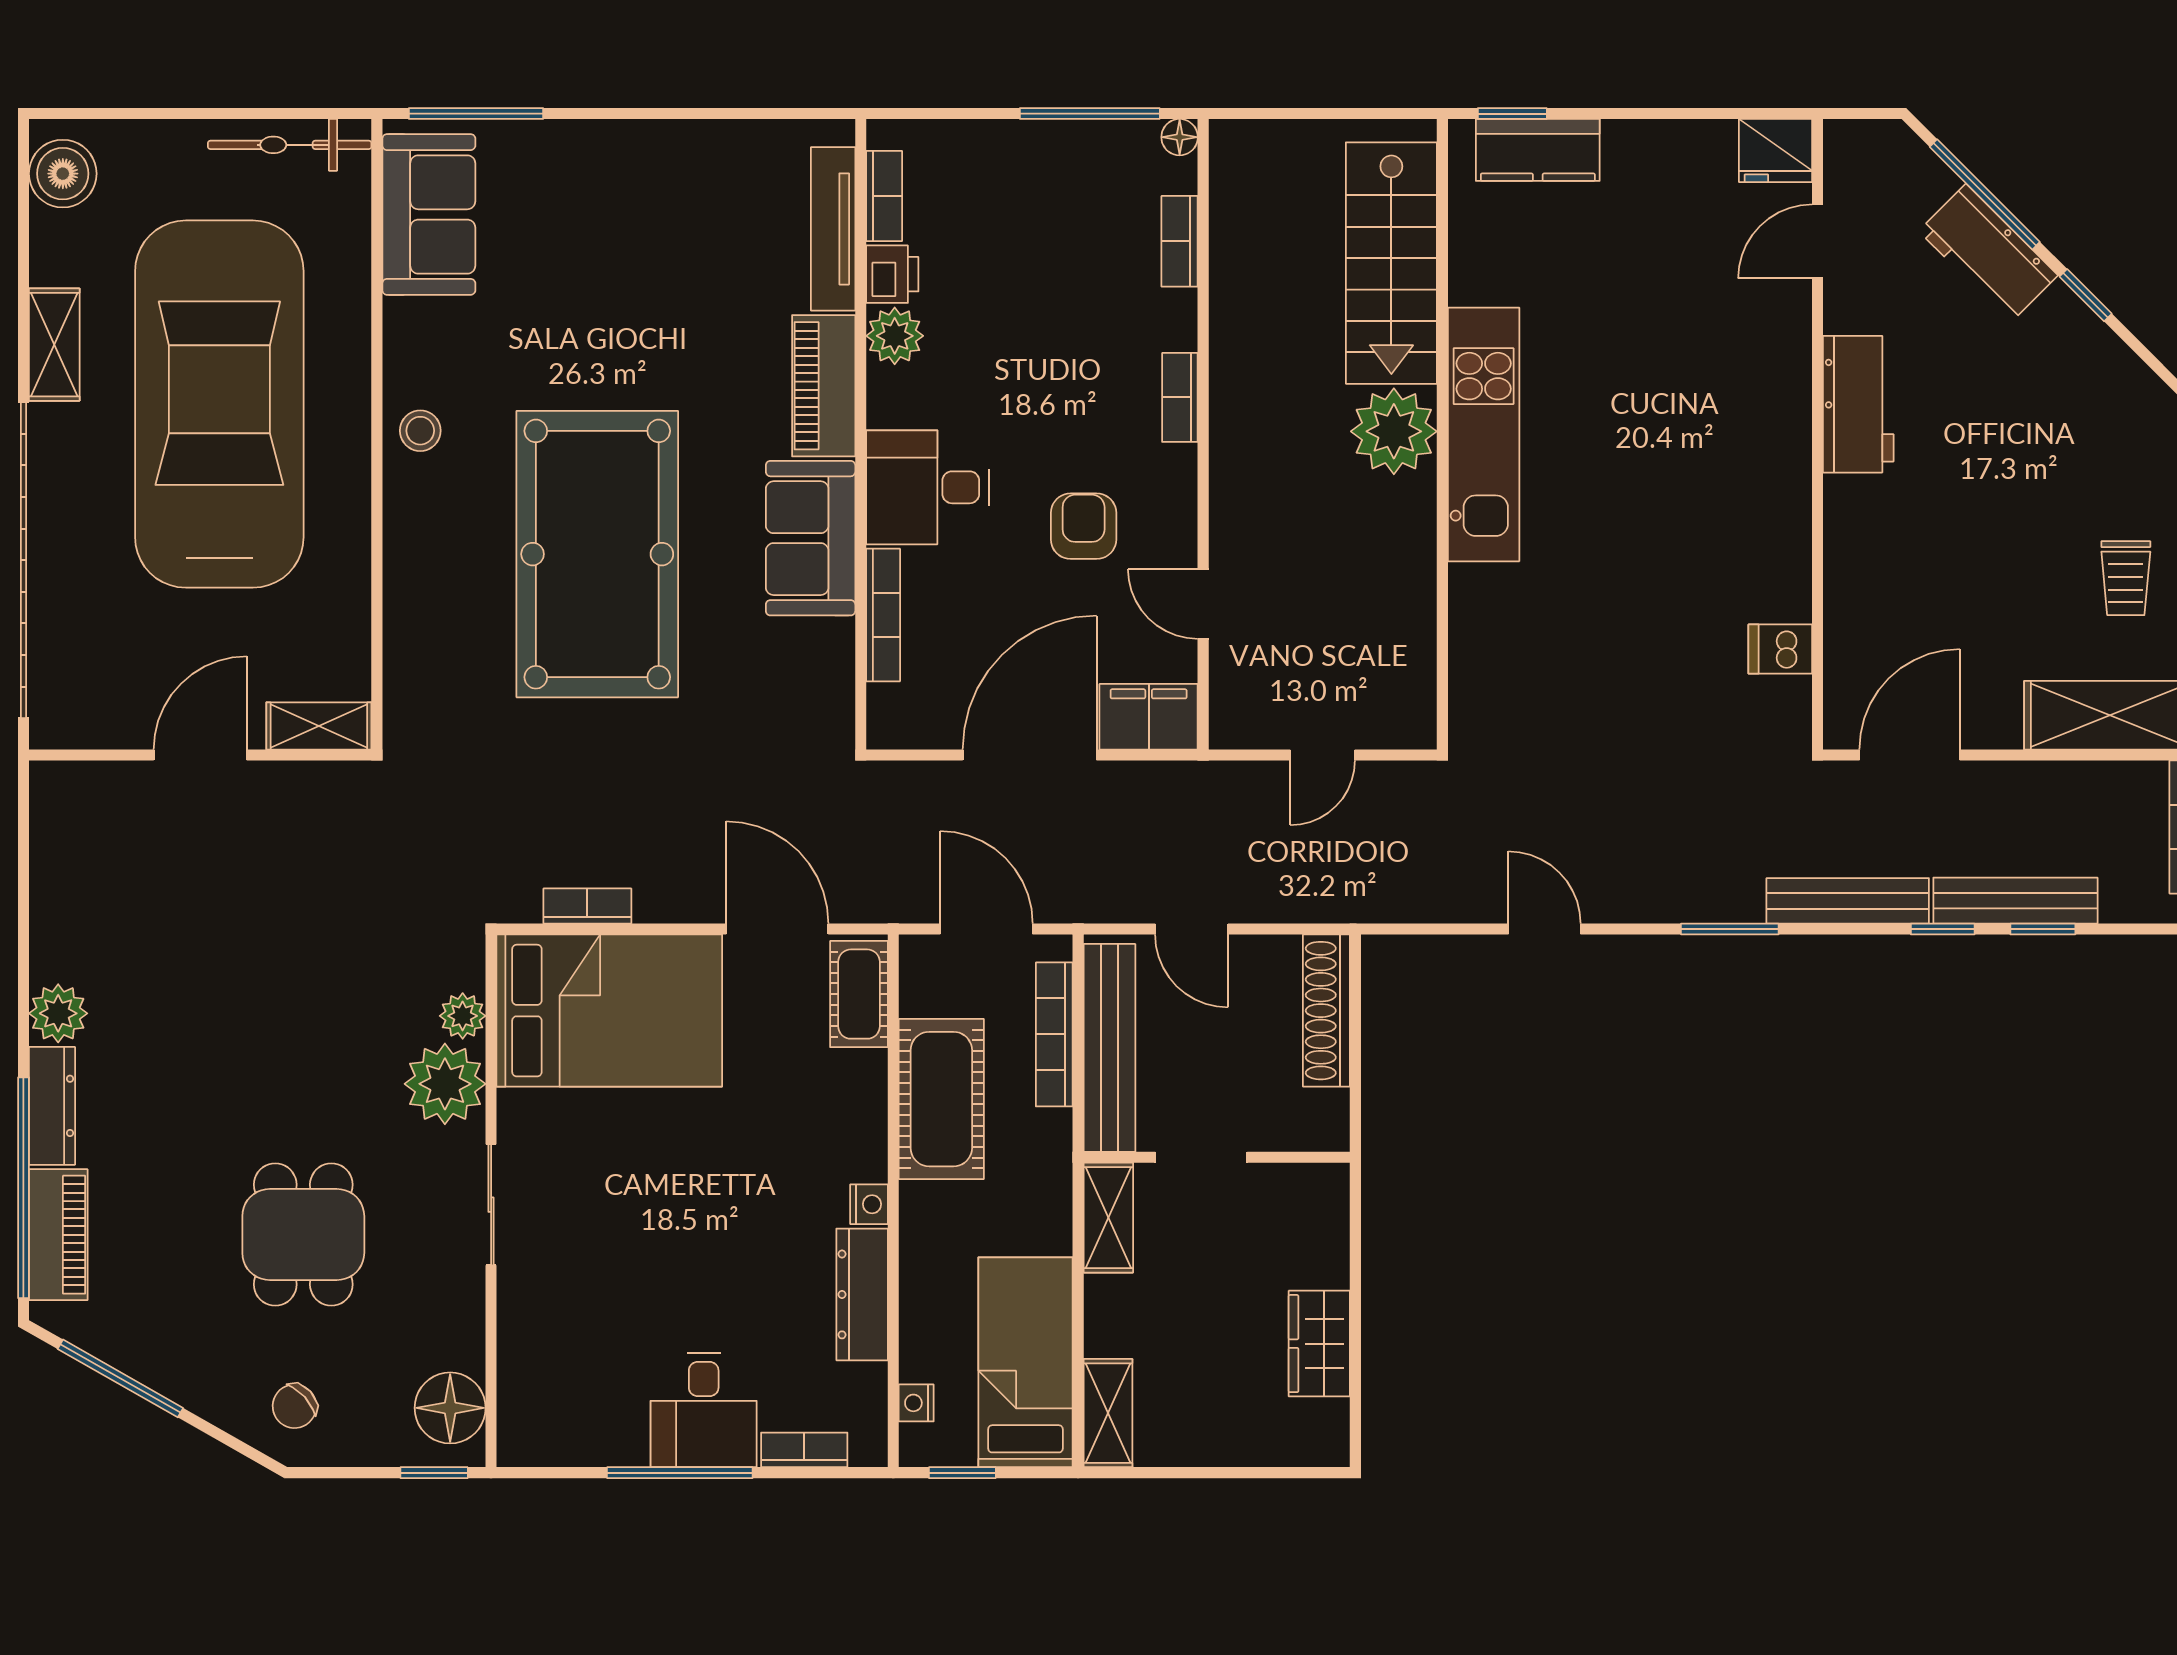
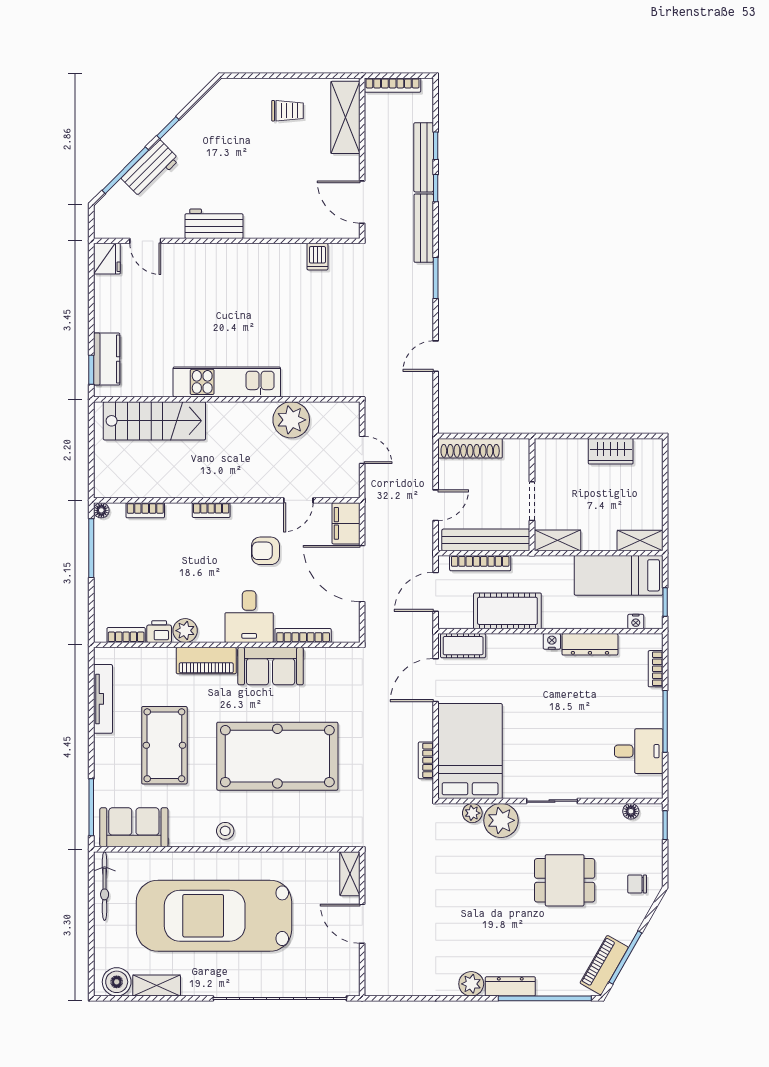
tv unit: (833, 229) -> (103, 699), moved, turned -90
pool table: (623, 287) -> (164, 745), added
shelving: (54, 345) -> (157, 985), moved
plant: (1394, 431) -> (291, 420), moved
piano: (58, 1235) -> (604, 965), moved, turned -60
chair: (294, 1406) -> (637, 884), turned 132
floor lamp: (450, 1408) -> (631, 811), width x0.53, depth x0.53
desk: (704, 1410) -> (639, 751), moved

